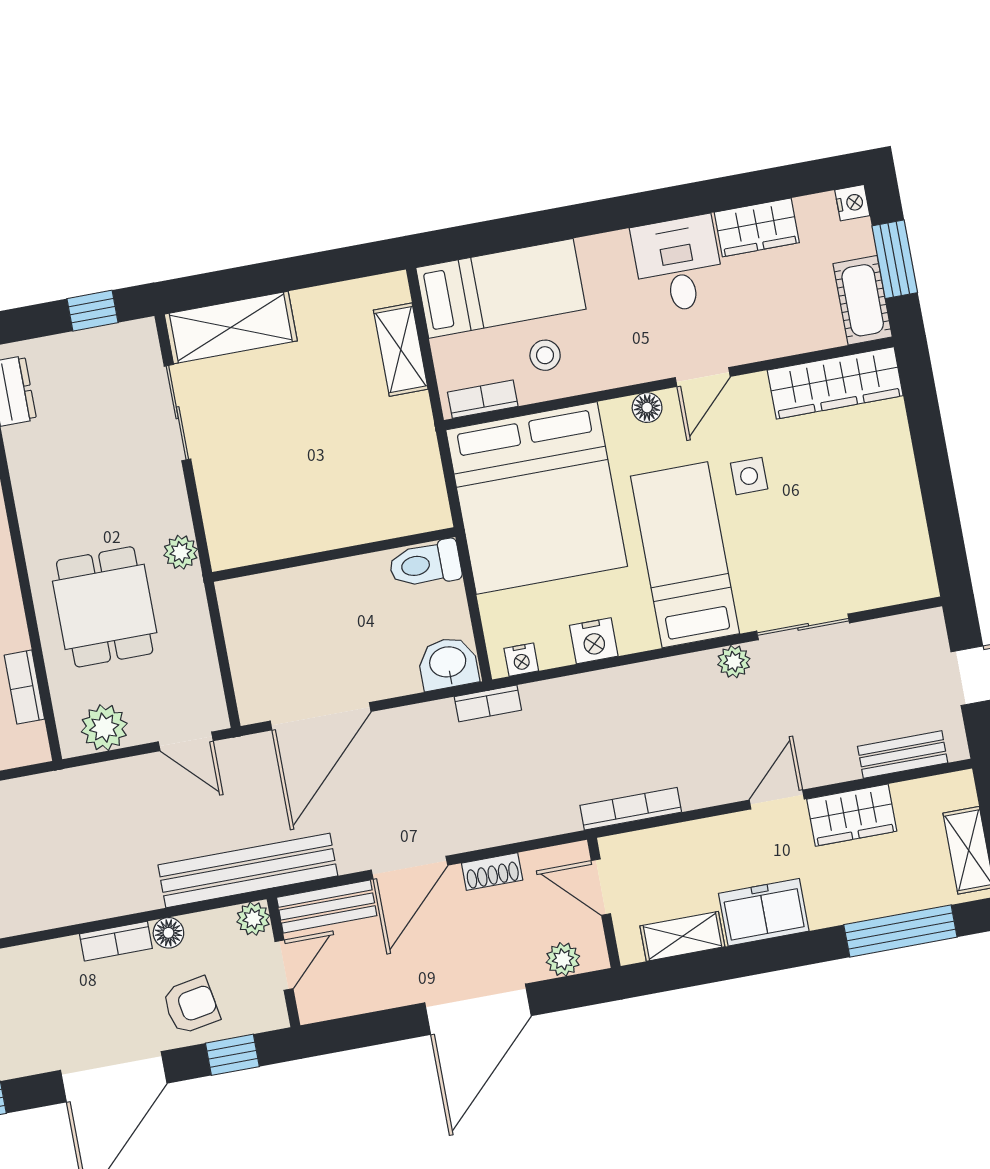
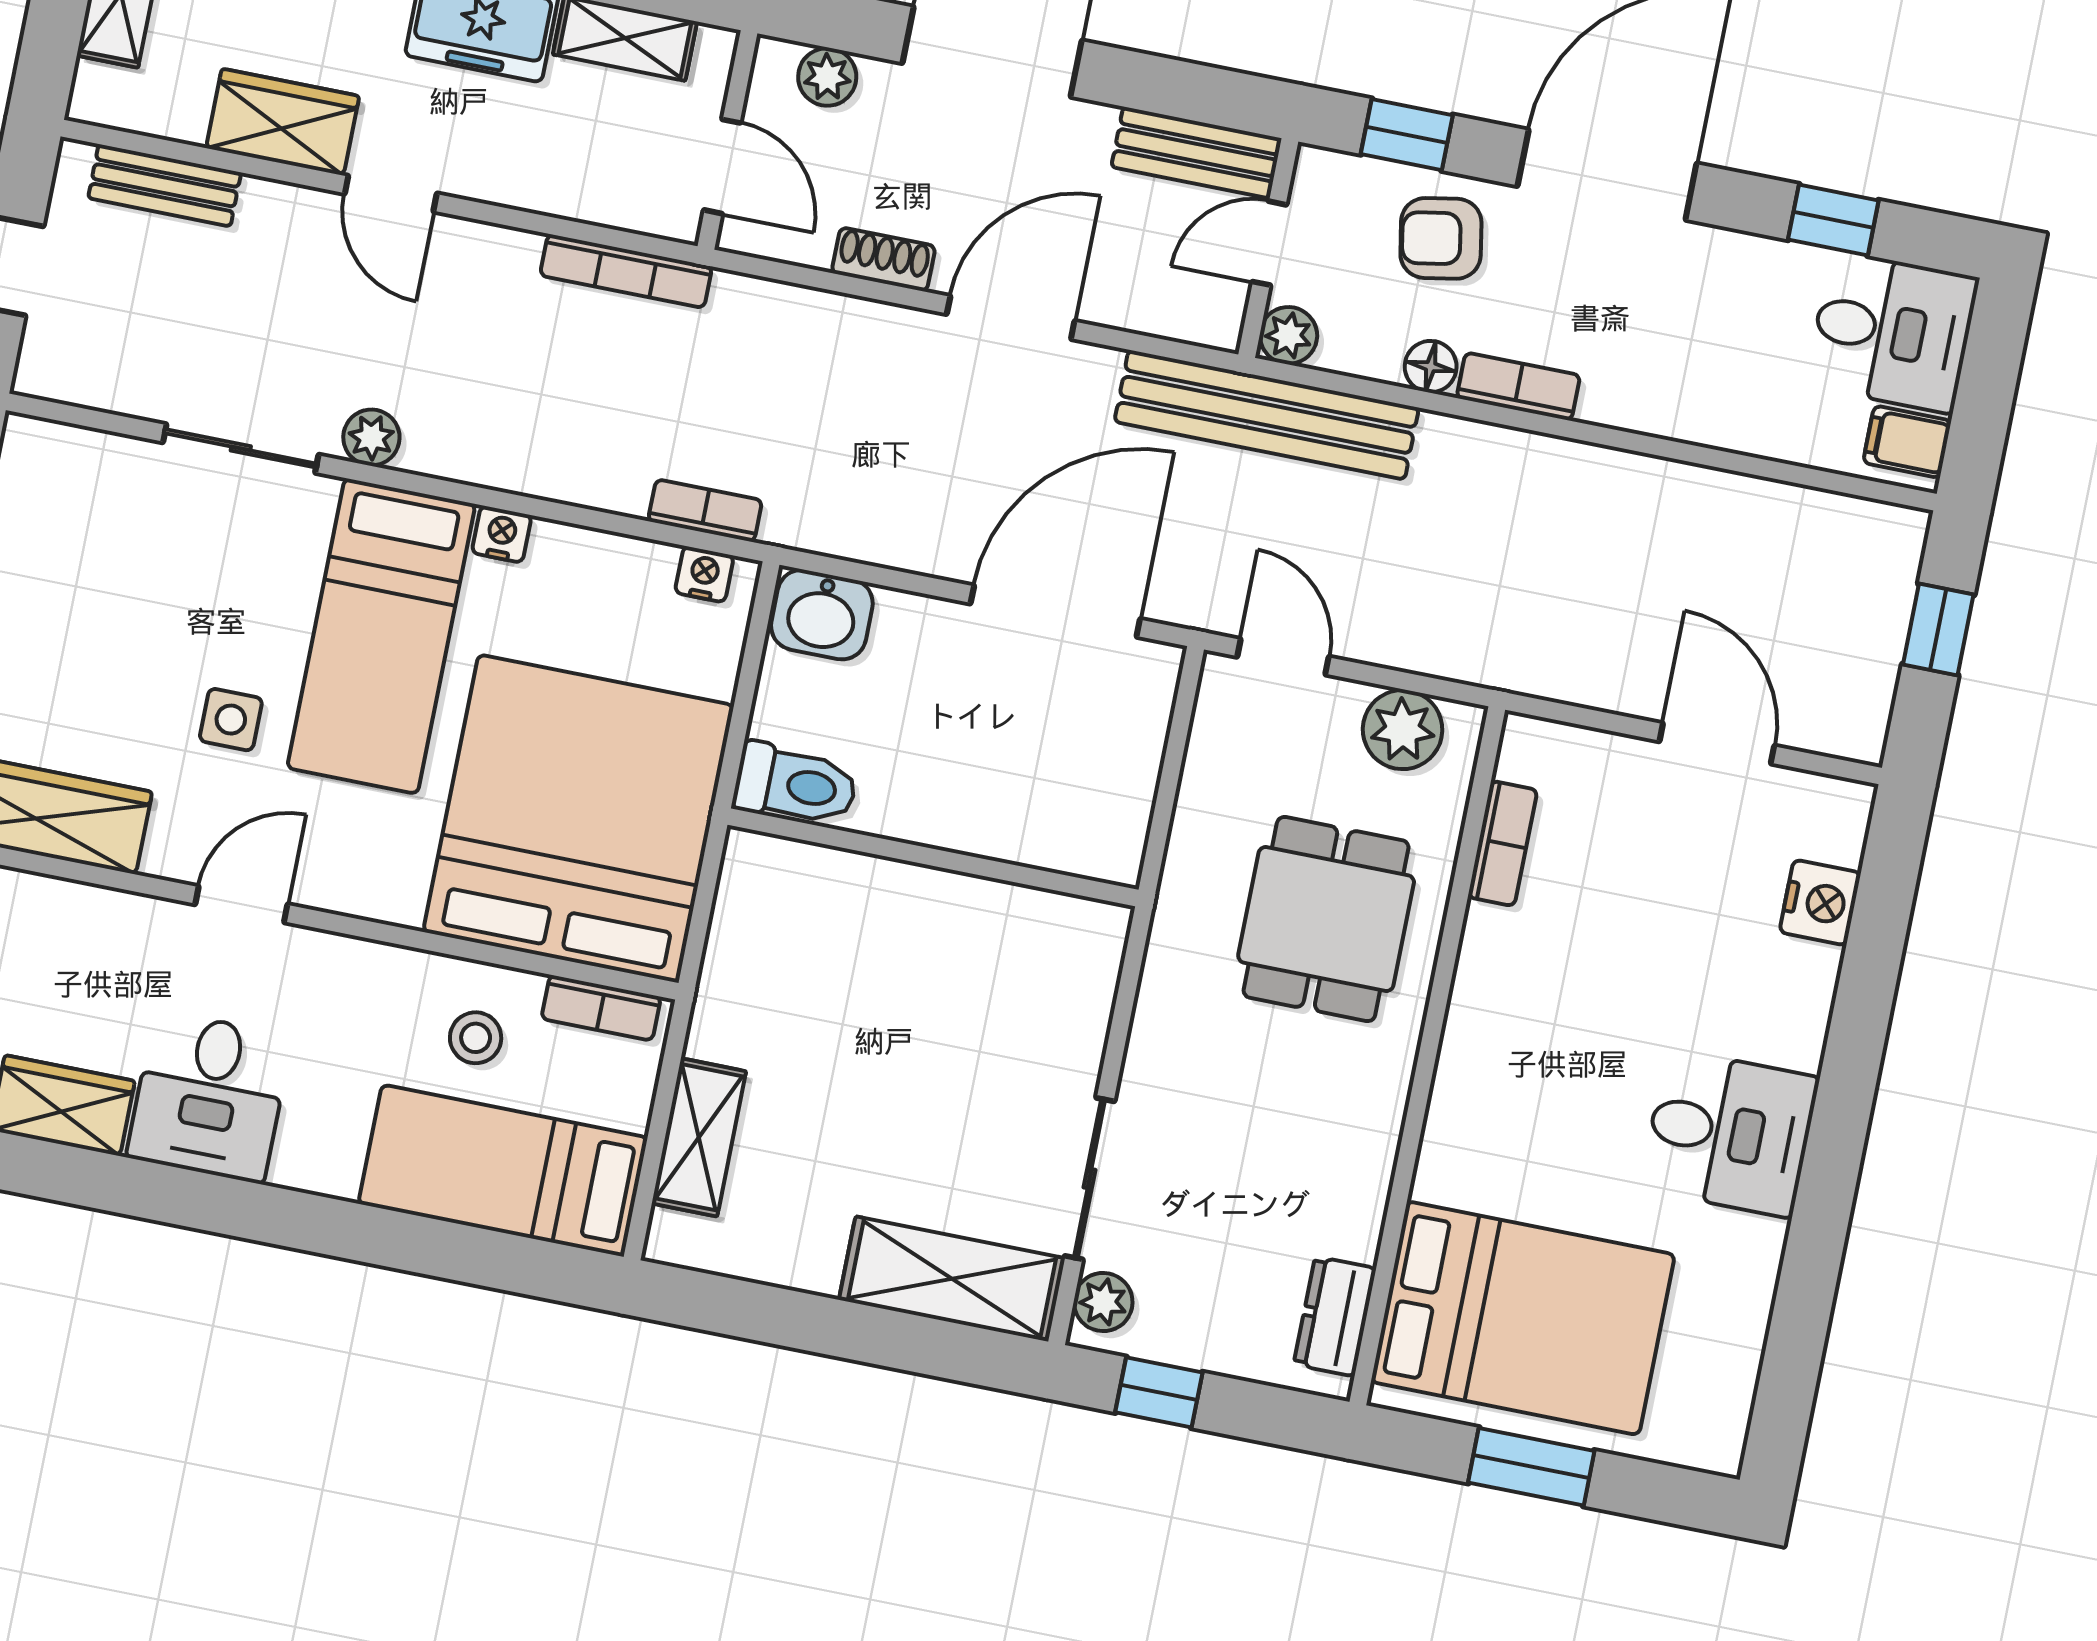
floor lamp: (647, 408) -> (348, 891), removed
plant: (181, 552) -> (1103, 1302), moved
nightstand: (594, 641) -> (502, 534), moved, width x0.72, depth x0.74
bookcase: (488, 703) -> (705, 511), moved
door: (777, 800) -> (391, 194), hinge flipped
bench: (327, 907) -> (1196, 153), moved

